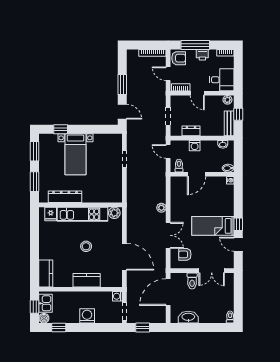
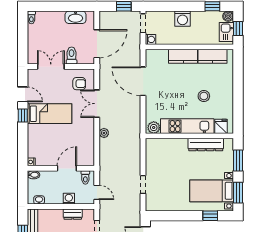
bed with nightstands: (75, 154) -> (212, 191), moved, turned -90
stool: (86, 246) -> (204, 96), moved
kitchen counter: (46, 273) -> (213, 56), moved, turned -90

